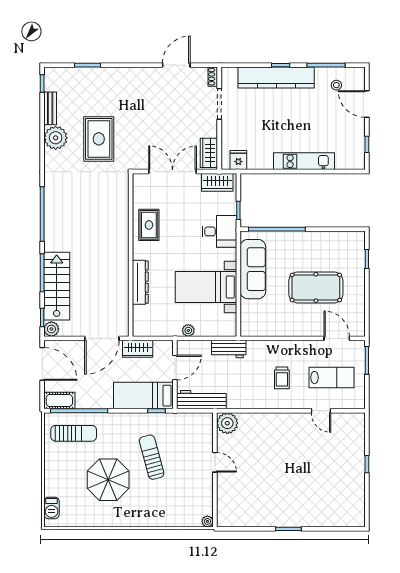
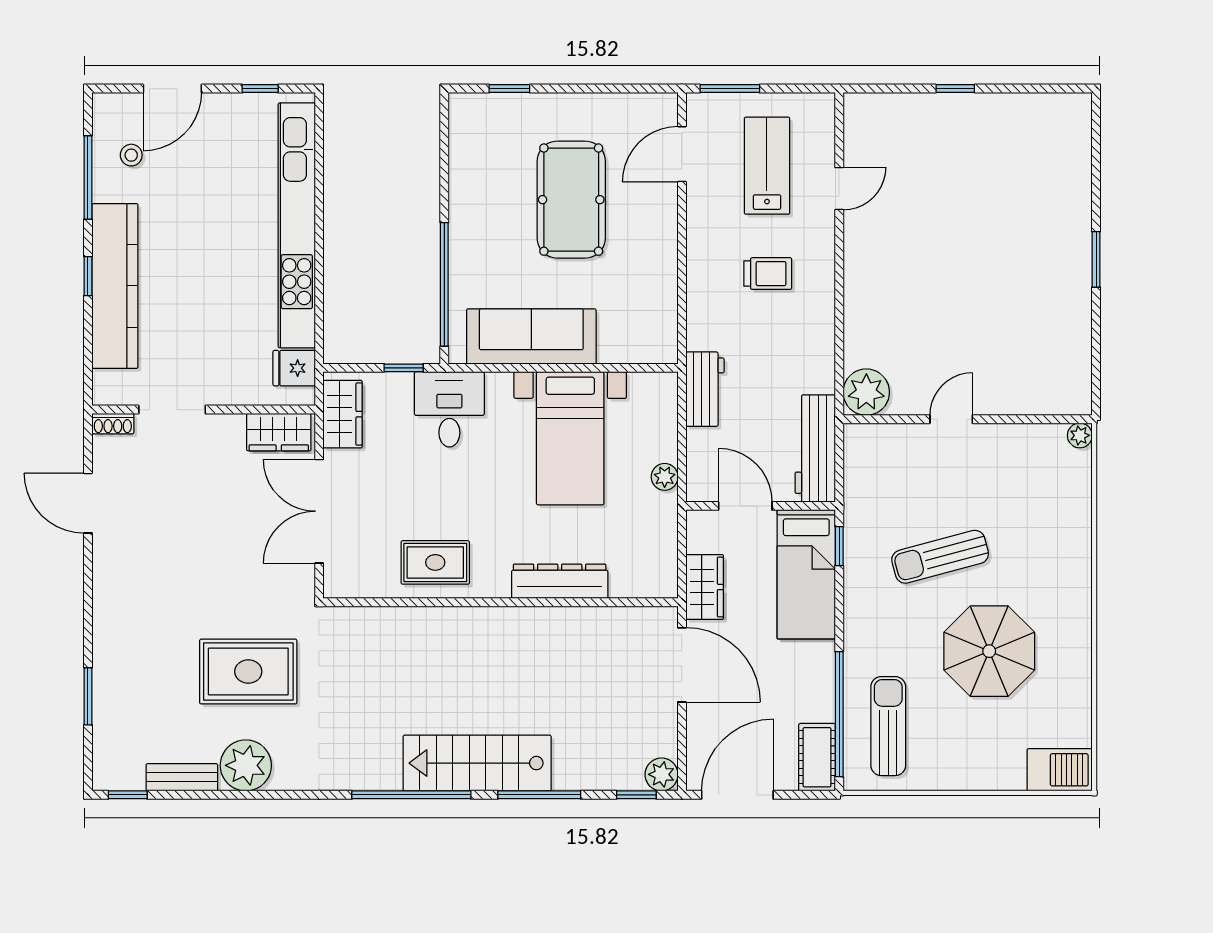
kitchen unit: (304, 161) -> (297, 225), width x1.86
stairs: (57, 286) -> (477, 763), moved
barbecue: (52, 508) -> (1059, 770), width x1.38, depth x1.27

